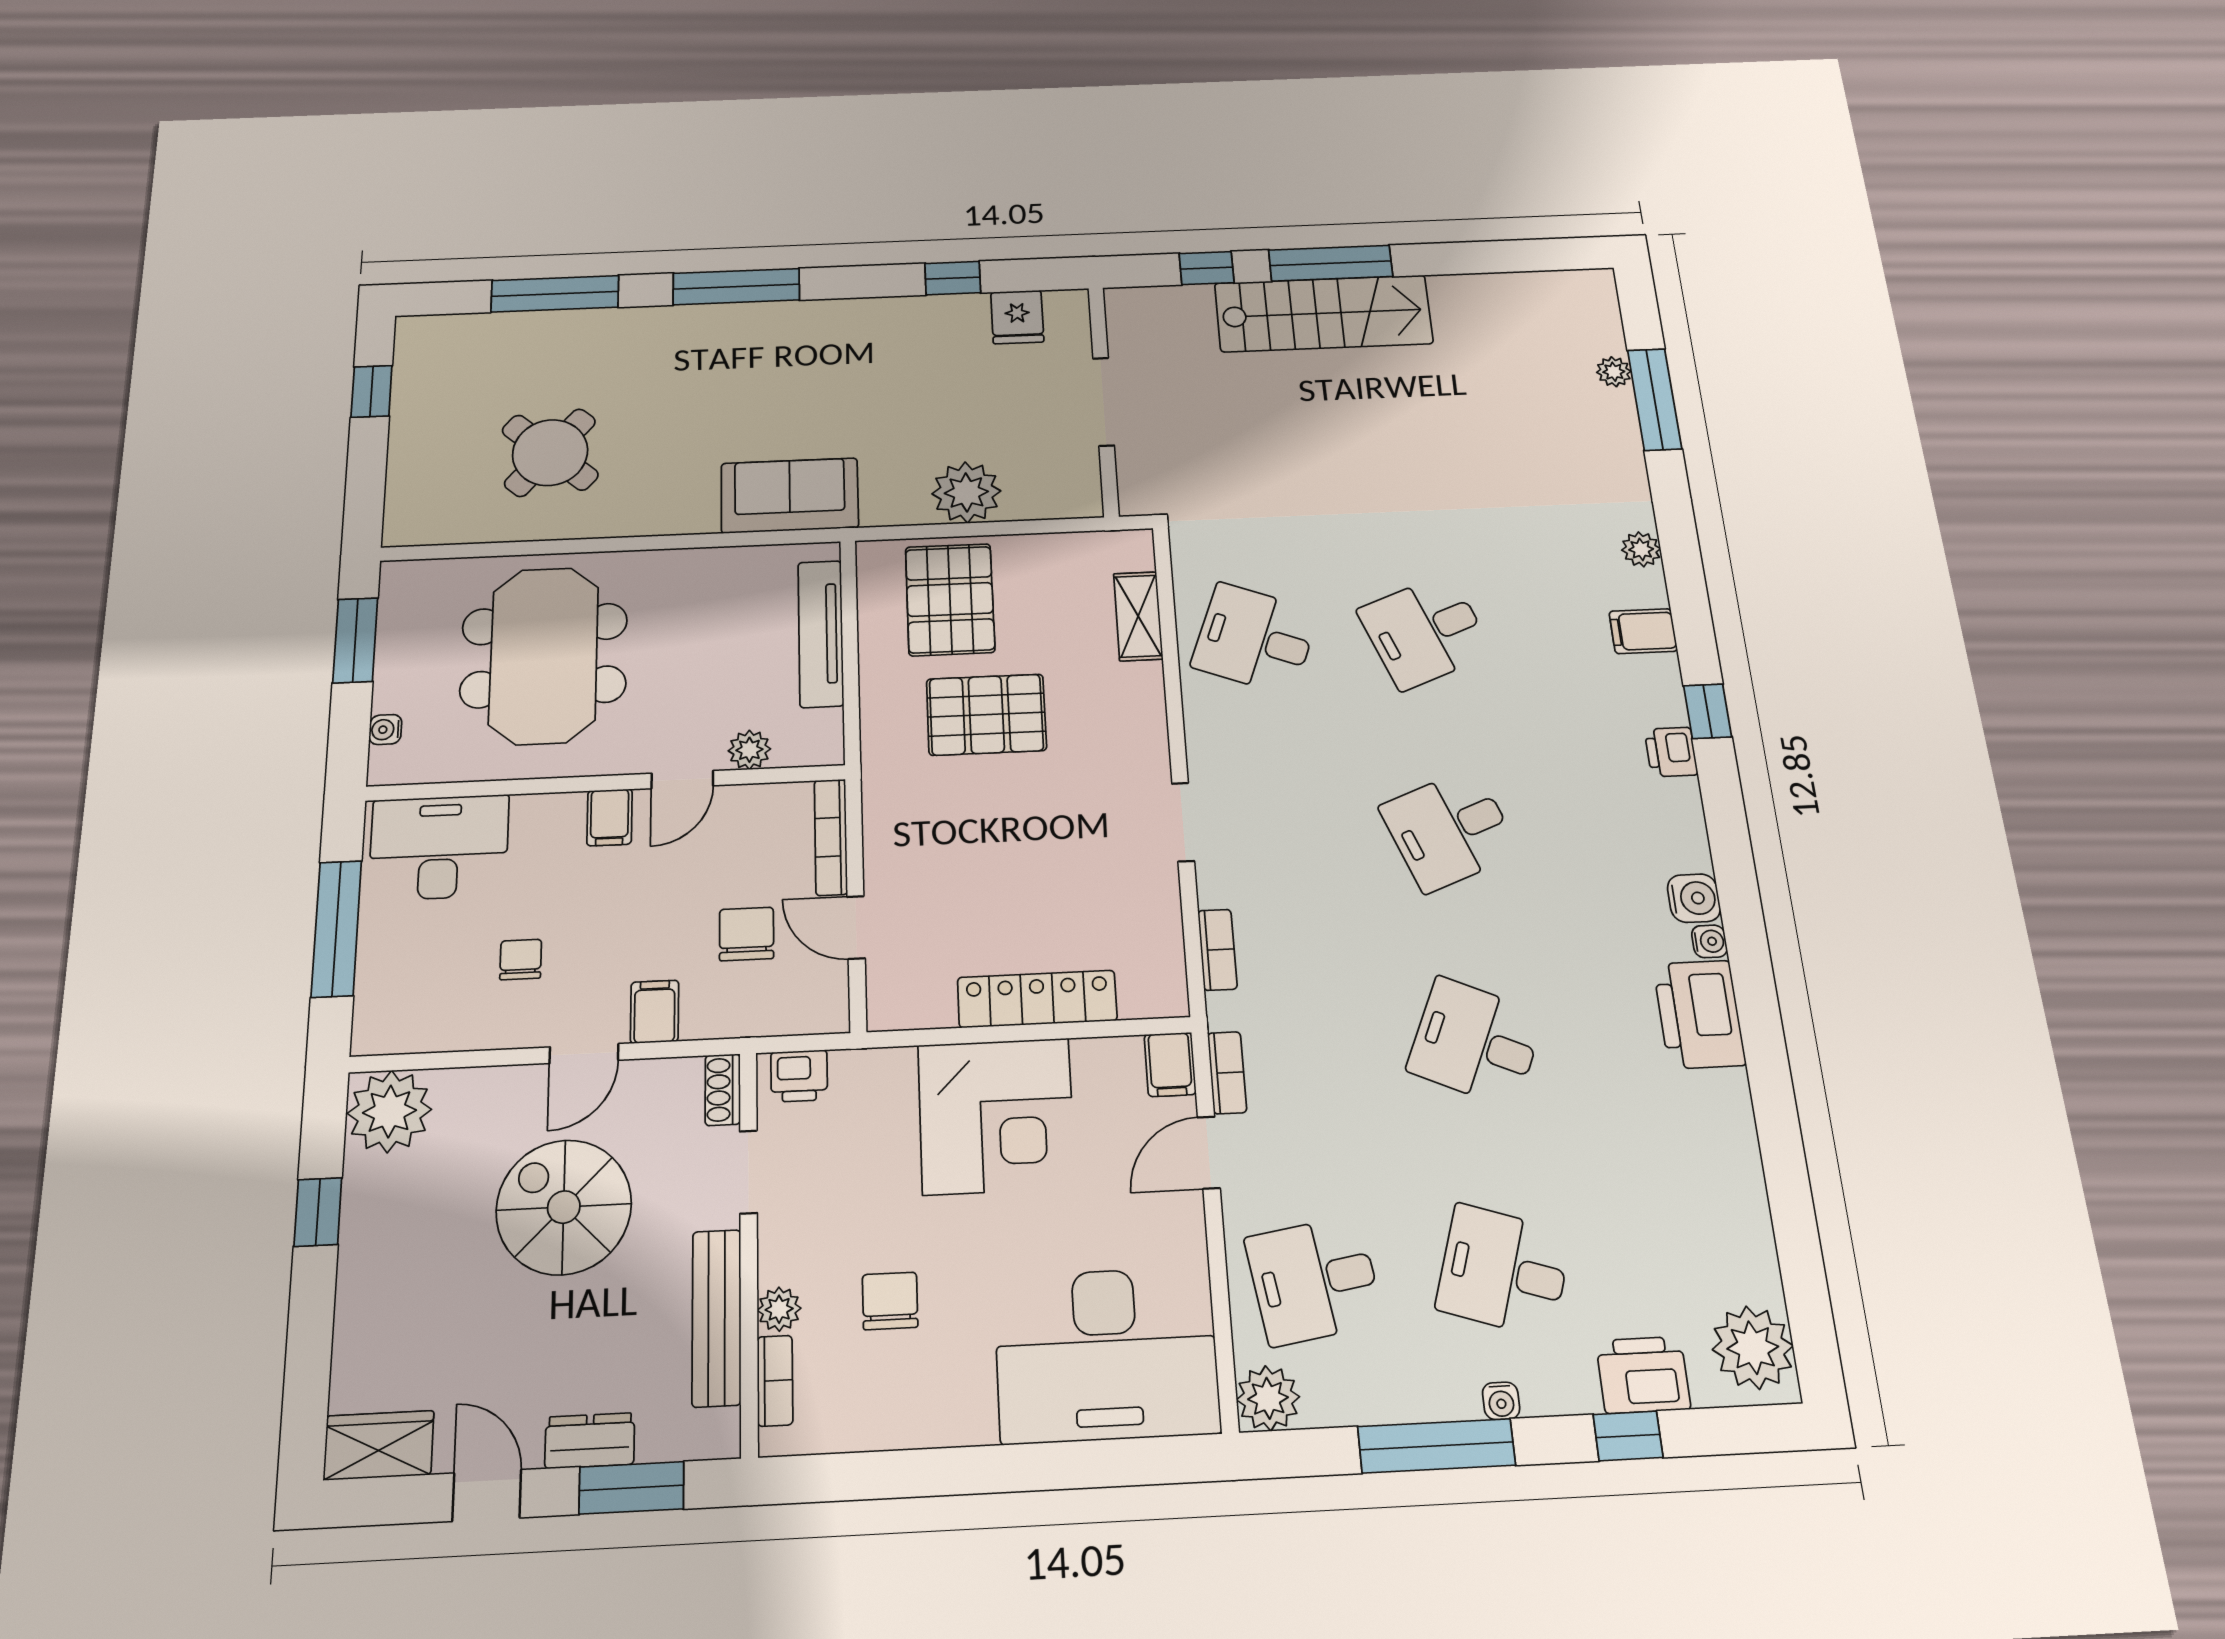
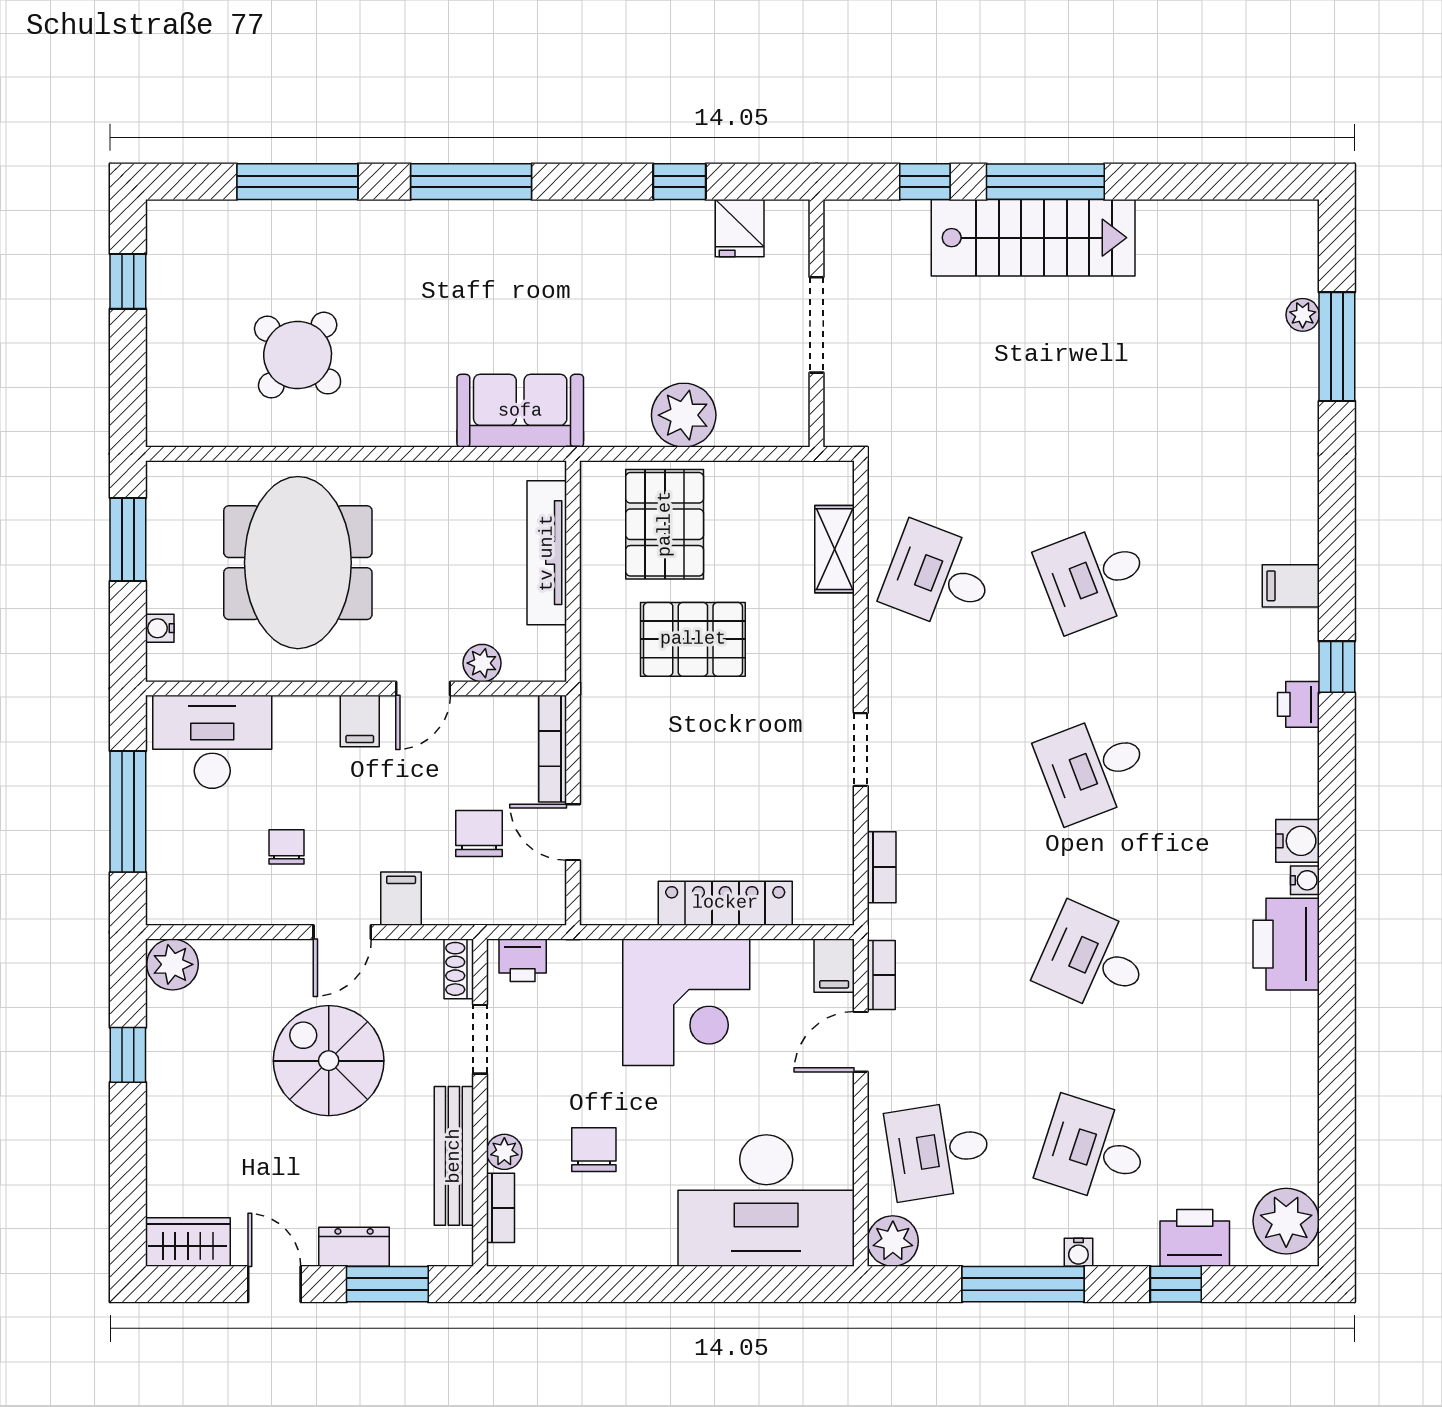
plant: (1641, 549) -> (1301, 503), removed
plant: (389, 1111) -> (173, 964), width x0.73, depth x0.73

